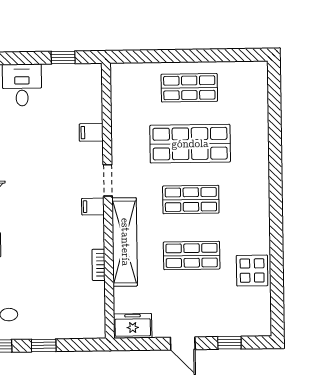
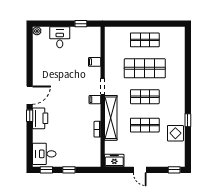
window: (276, 245) -> (188, 120), added
window: (229, 343) -> (174, 170), moved

